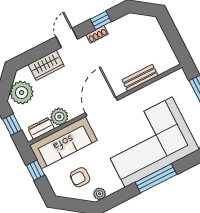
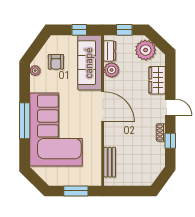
bench: (140, 78) -> (110, 162), moved
armchair: (80, 177) -> (56, 62), turned 180

